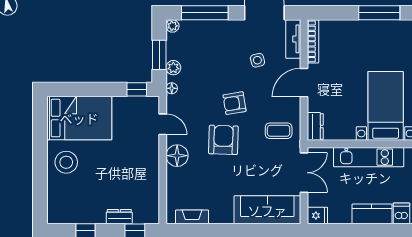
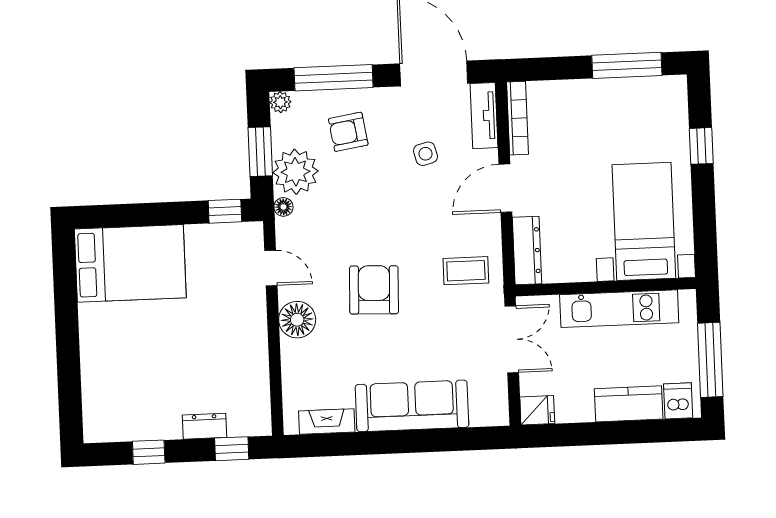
plant: (173, 68) -> (295, 172), width x1.88, depth x1.88
armchair: (235, 103) -> (348, 132), moved
dresser: (315, 126) -> (527, 251), width x1.44
stool: (66, 162) -> (111, 339), removed
sofa: (267, 210) -> (412, 406), moved

